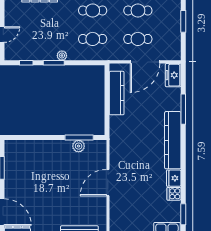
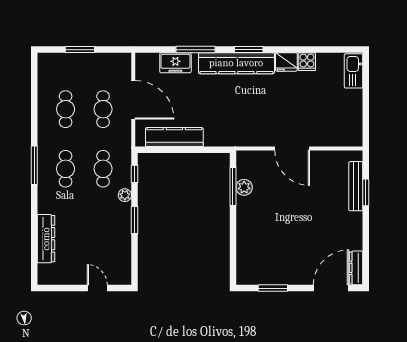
plant: (62, 56) -> (125, 195), moved
window: (26, 63) -> (134, 174), moved
freezer: (173, 75) -> (175, 63), moved
window: (183, 214) -> (249, 50), moved

